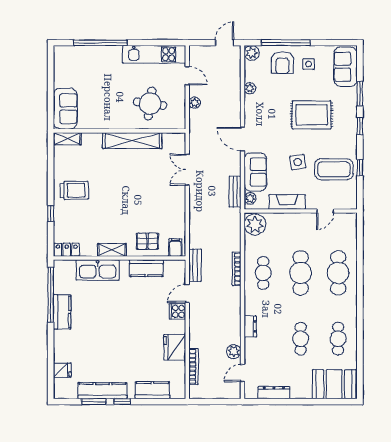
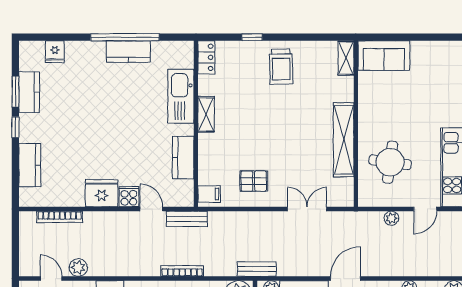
bench: (235, 192) -> (257, 269), moved
pallet: (147, 241) -> (254, 181), moved, turned 90
window: (51, 295) -> (125, 37), moved
fridge: (175, 347) -> (102, 193), moved
kitchen counter: (102, 391) -> (29, 92), width x0.67

